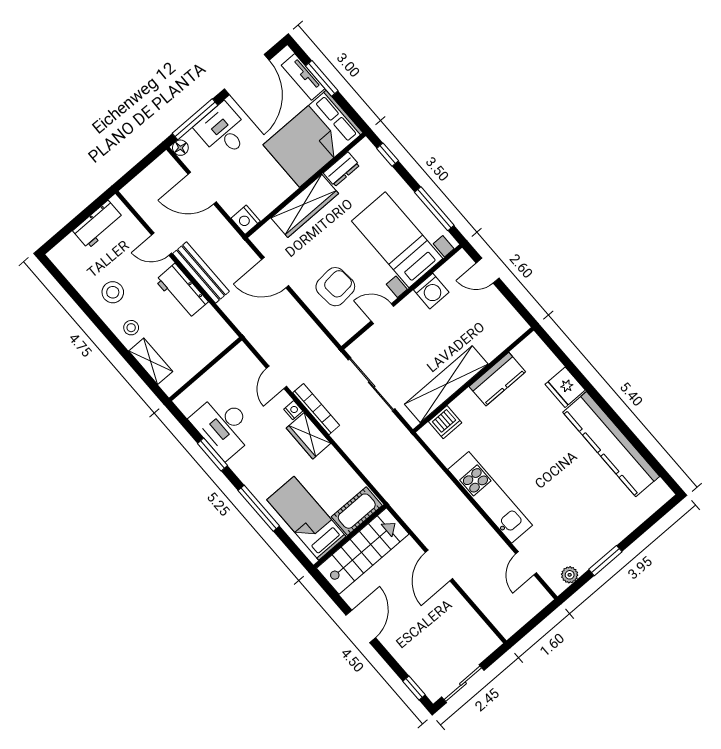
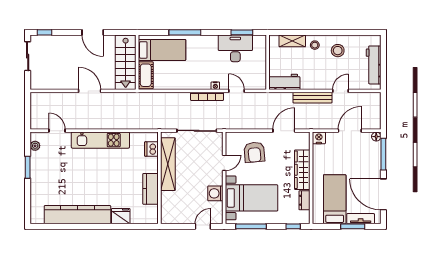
desk: (223, 131) -> (367, 162), removed
bed: (313, 139) -> (335, 199), width x0.67
workbench: (98, 225) -> (374, 65), width x1.38
workbench: (182, 291) -> (285, 82), moved
wardrobe: (308, 436) -> (198, 83), removed
window: (212, 455) -> (242, 32), moved

